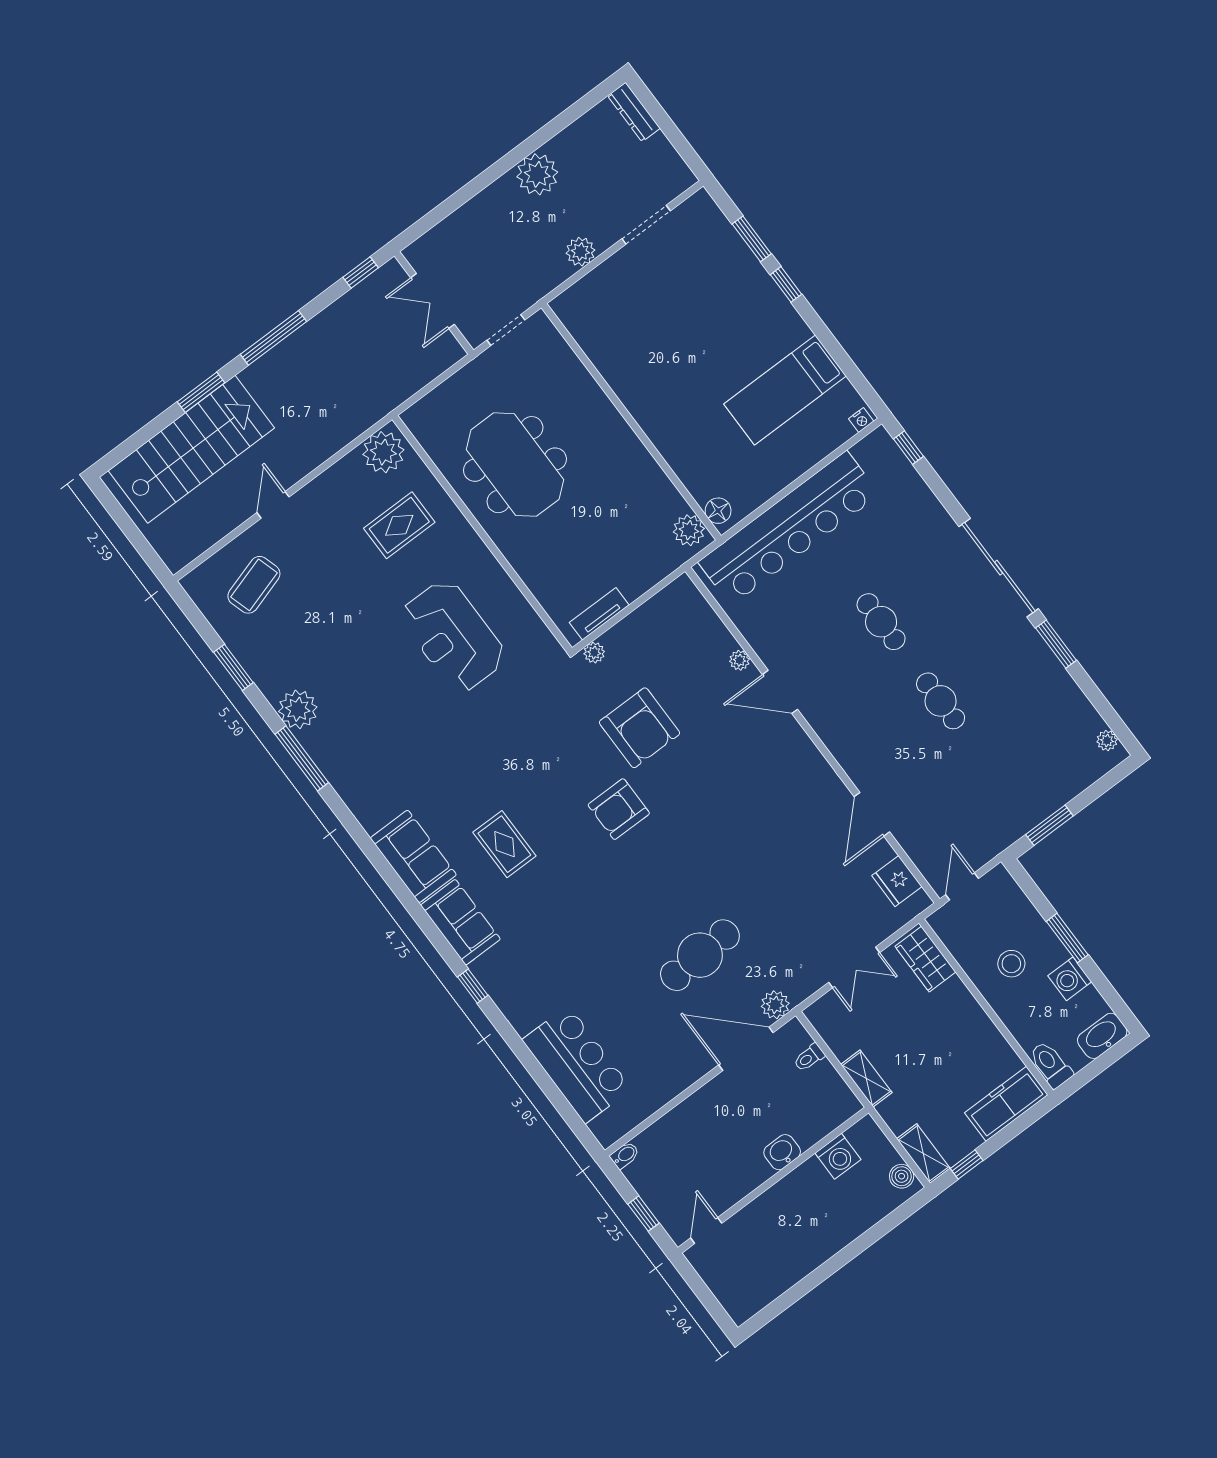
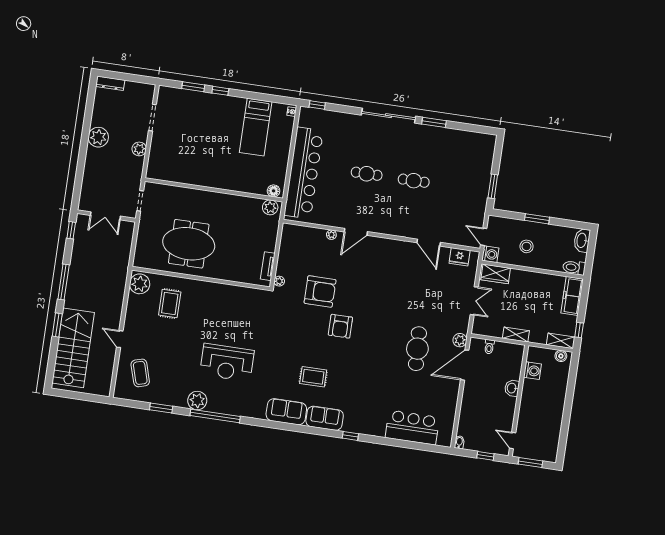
reception desk: (453, 636) -> (227, 363), moved
plant: (1107, 741) -> (484, 138), removed
window: (302, 758) -> (215, 416), width x1.46
washing machine: (1070, 979) -> (490, 254), moved, turned -90
window: (700, 1289) -> (530, 463), added

